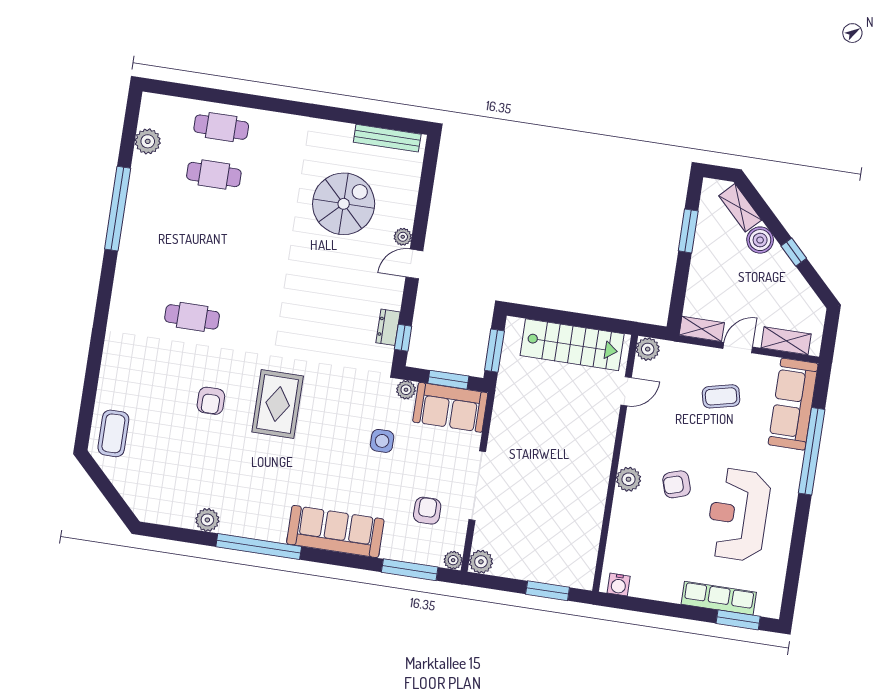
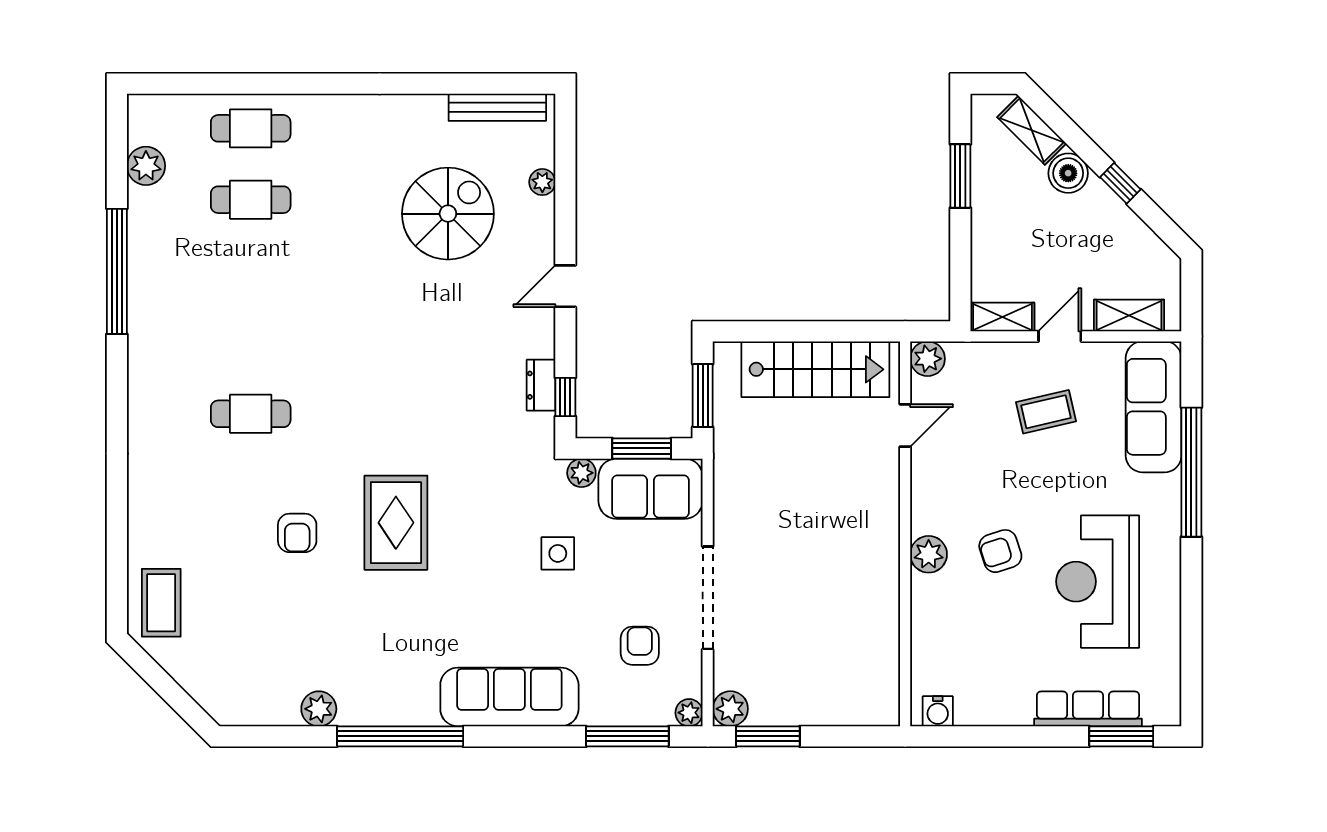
plant: (403, 237) -> (542, 182), moved
window: (548, 591) -> (768, 736), moved

